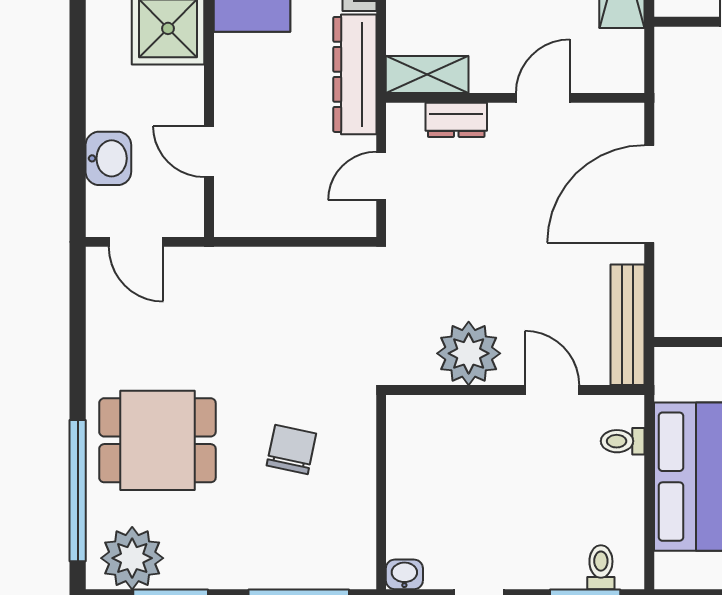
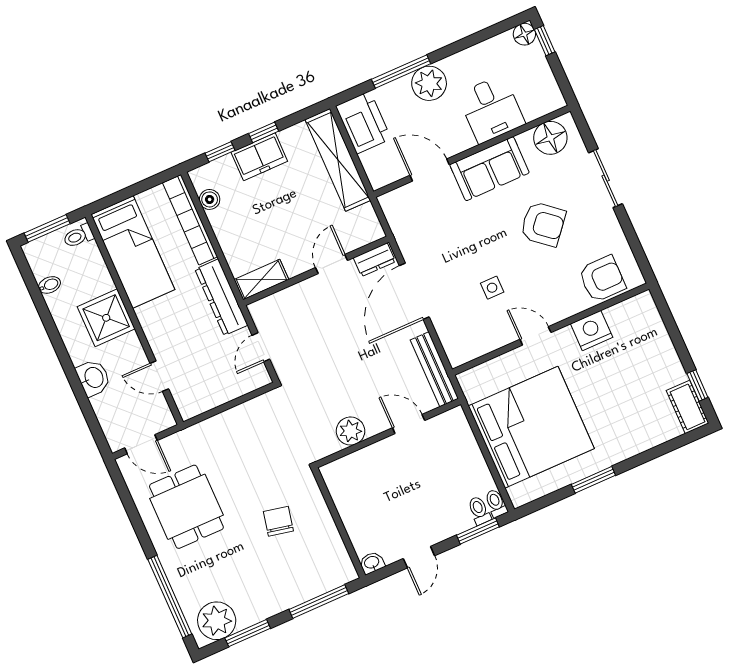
dresser: (456, 120) -> (374, 260), moved
washbasin: (108, 158) -> (93, 378), moved
plant: (469, 353) -> (351, 431), width x0.73, depth x0.73
dining table: (157, 440) -> (186, 507), moved, turned 90
toilet: (623, 441) -> (496, 503), moved, turned 90

